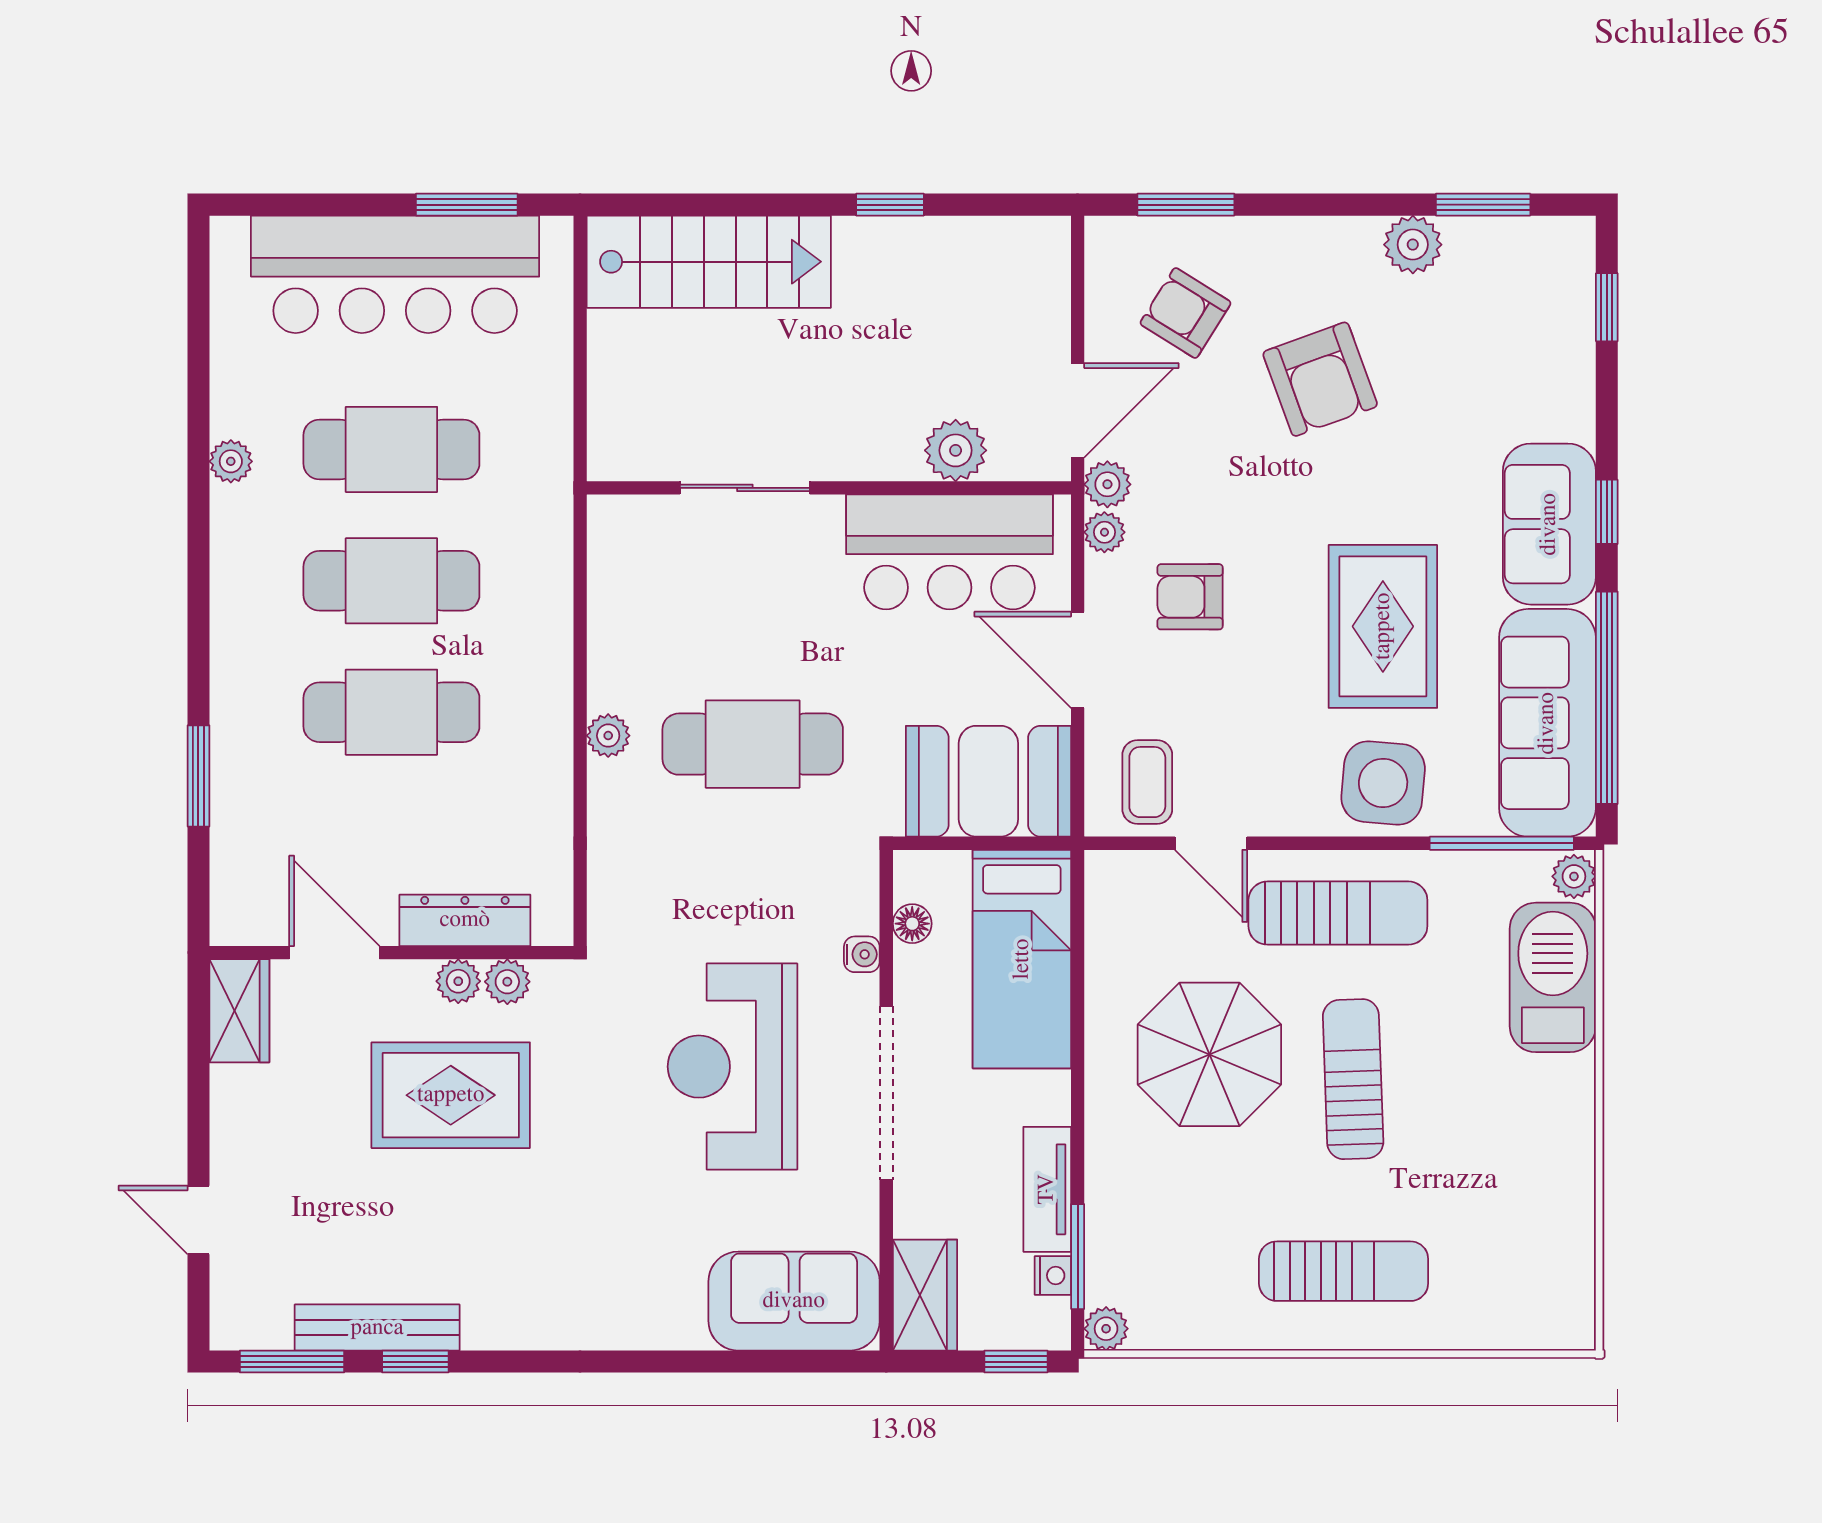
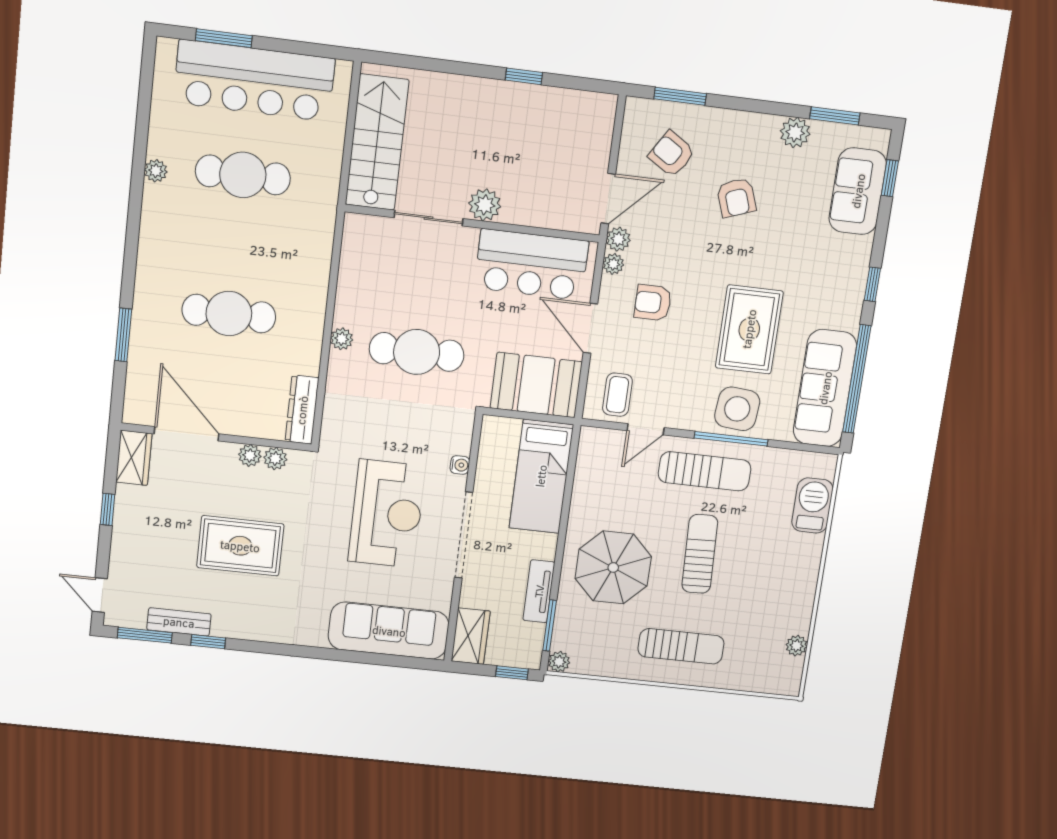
window: (467, 205) -> (224, 38), moved
stairs: (709, 262) -> (377, 142), moved, turned -90
armchair: (1320, 379) -> (736, 198), width x0.72, depth x0.72
plant: (956, 450) -> (485, 205), moved
sofa: (1549, 524) -> (858, 191), moved
cafe table: (391, 581) -> (236, 245), removed
door: (1211, 843) -> (646, 429), hinge flipped
window: (1502, 843) -> (731, 439), moved
plant: (1574, 876) -> (797, 646), moved
dresser: (465, 920) -> (302, 410), moved, turned -90
floor lamp: (912, 924) -> (488, 452), removed
door: (334, 953) -> (187, 434), width x1.36
barbecue: (1553, 977) -> (812, 505), width x0.73, depth x0.83
parasol: (1209, 1054) -> (613, 567), moved
reception desk: (732, 1067) -> (387, 514), turned 180
rug: (451, 1095) -> (240, 546), moved
window: (198, 1118) -> (108, 509), added
door: (198, 1220) -> (100, 595), moved
nightstand: (1053, 1275) -> (536, 633), removed
sofa: (794, 1301) -> (389, 631), width x1.36
bench: (377, 1328) -> (179, 622), width x0.73

